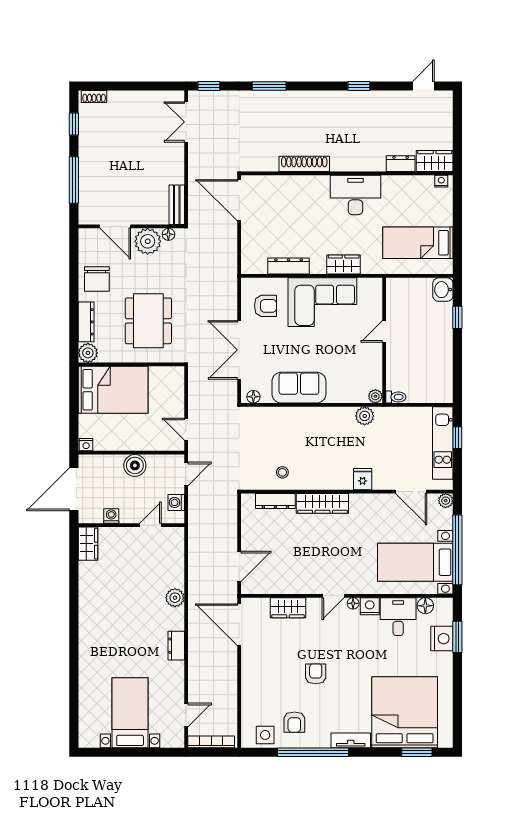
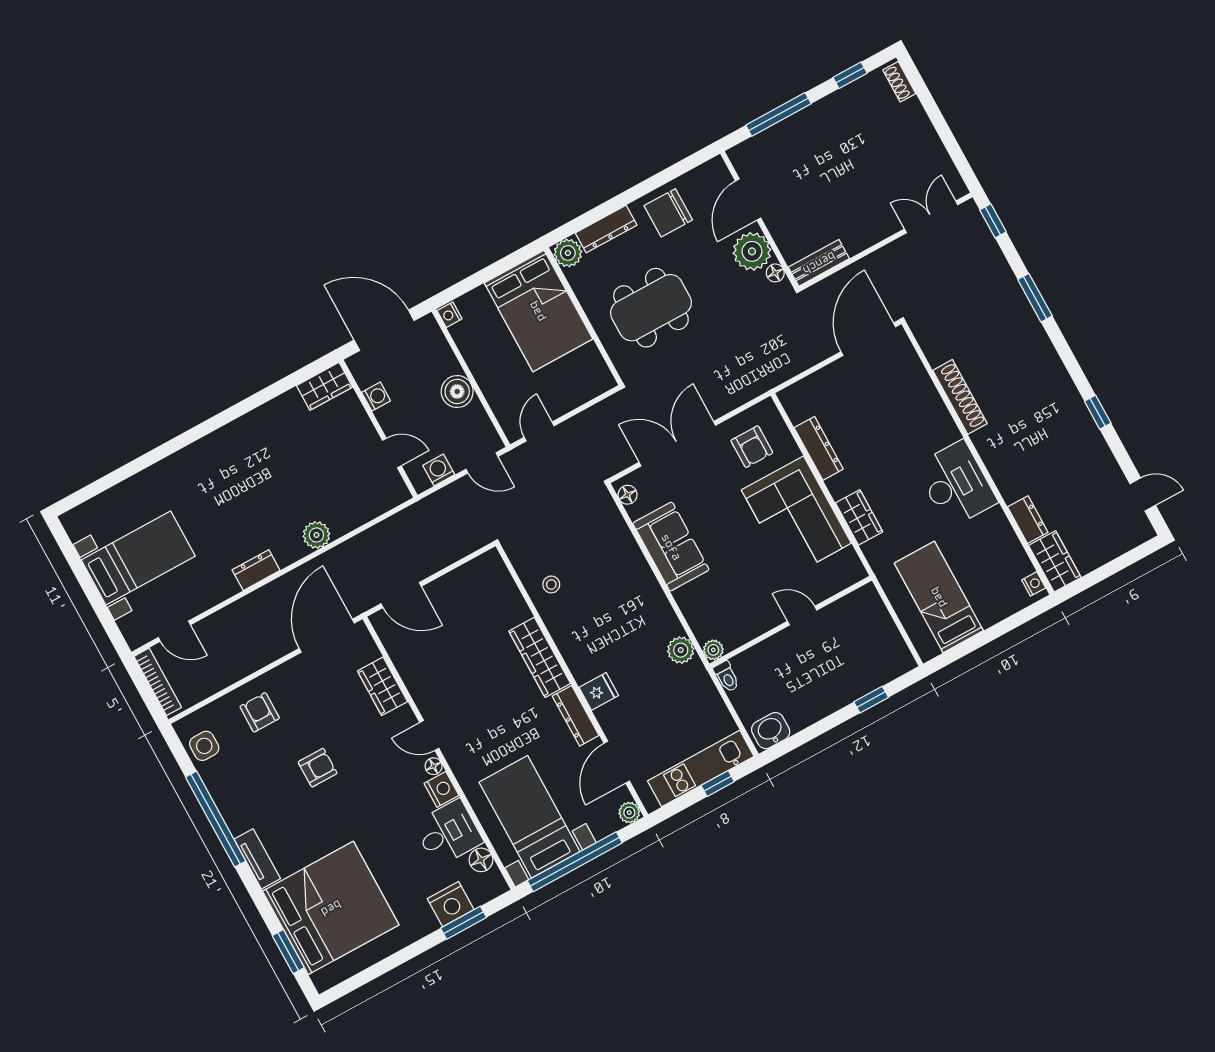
washbasin: (443, 290) -> (771, 731), moved
dresser: (275, 501) -> (576, 716), moved
armchair: (294, 722) -> (260, 712), moved, turned 90

